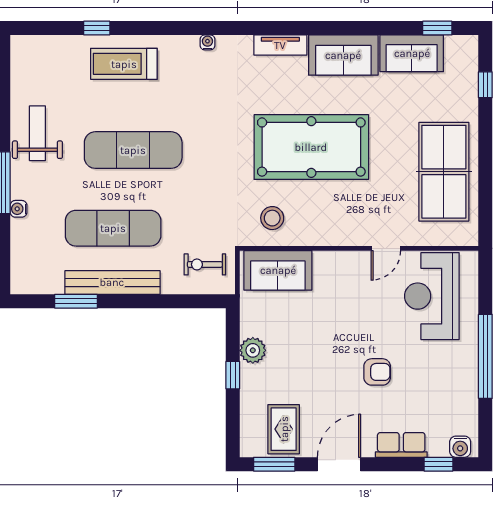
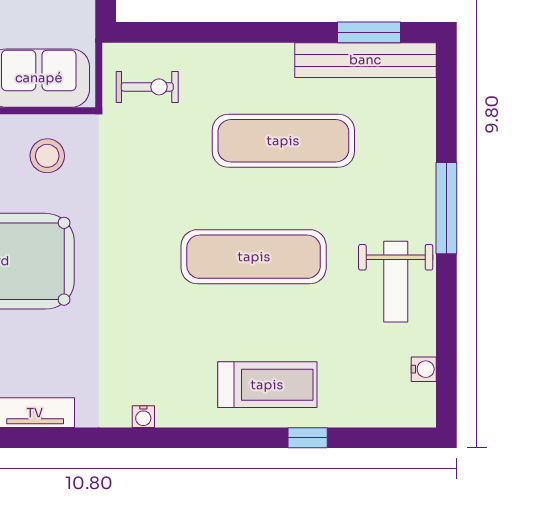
water cooler: (19, 209) -> (424, 369), moved
bench: (112, 282) -> (365, 60), moved
window: (76, 301) -> (369, 32), moved

